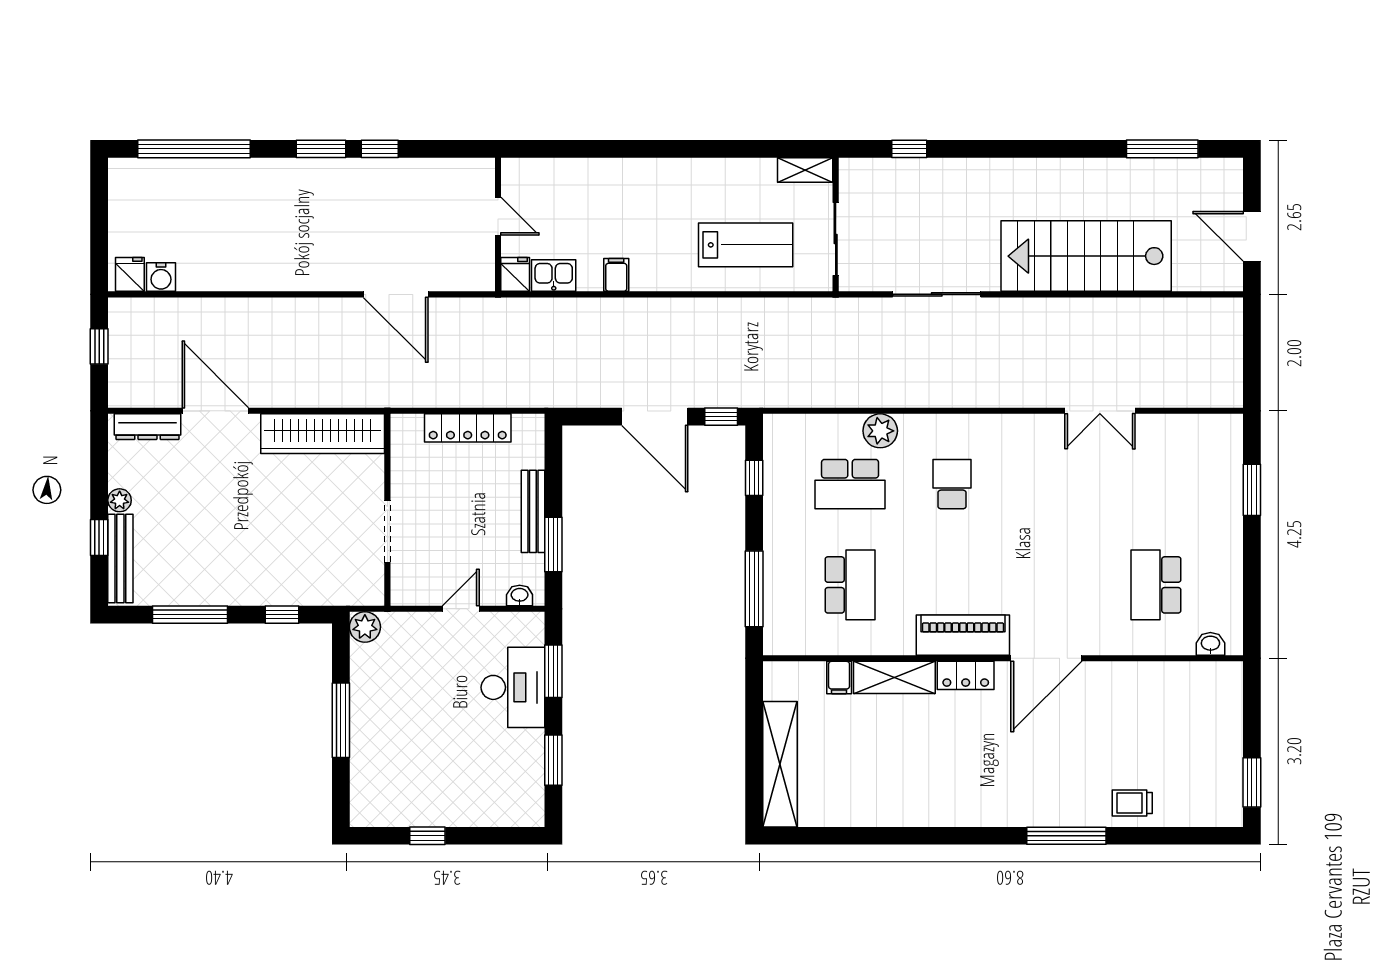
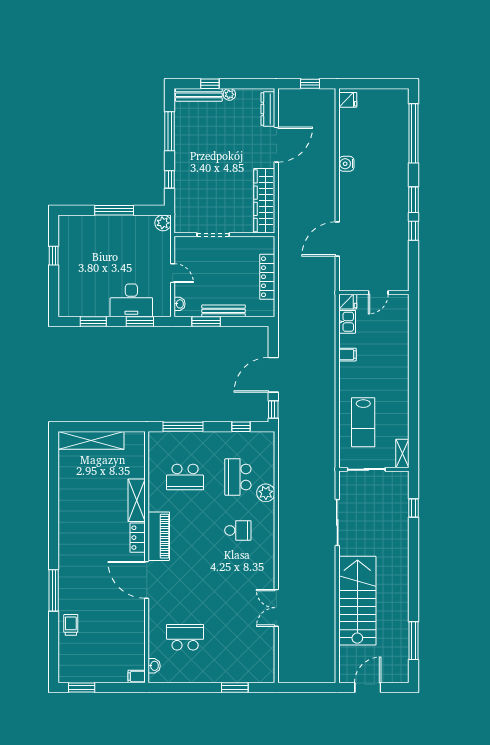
water cooler: (161, 277) -> (346, 164), moved
filing cabinet: (839, 677) -> (137, 677), moved

